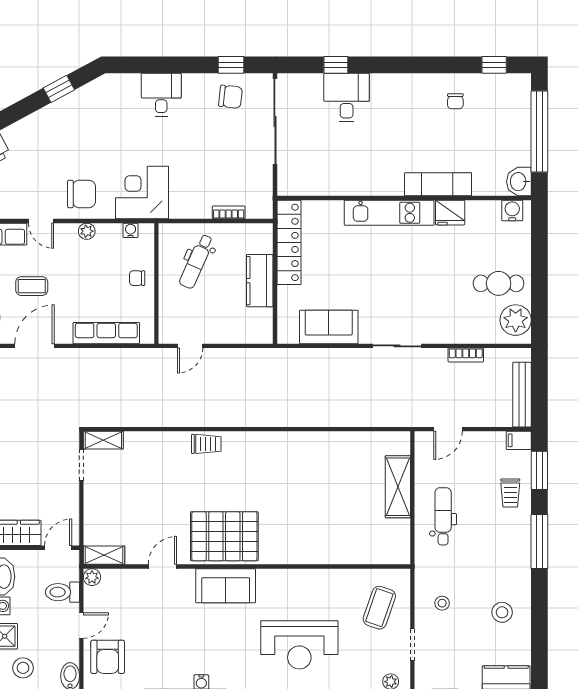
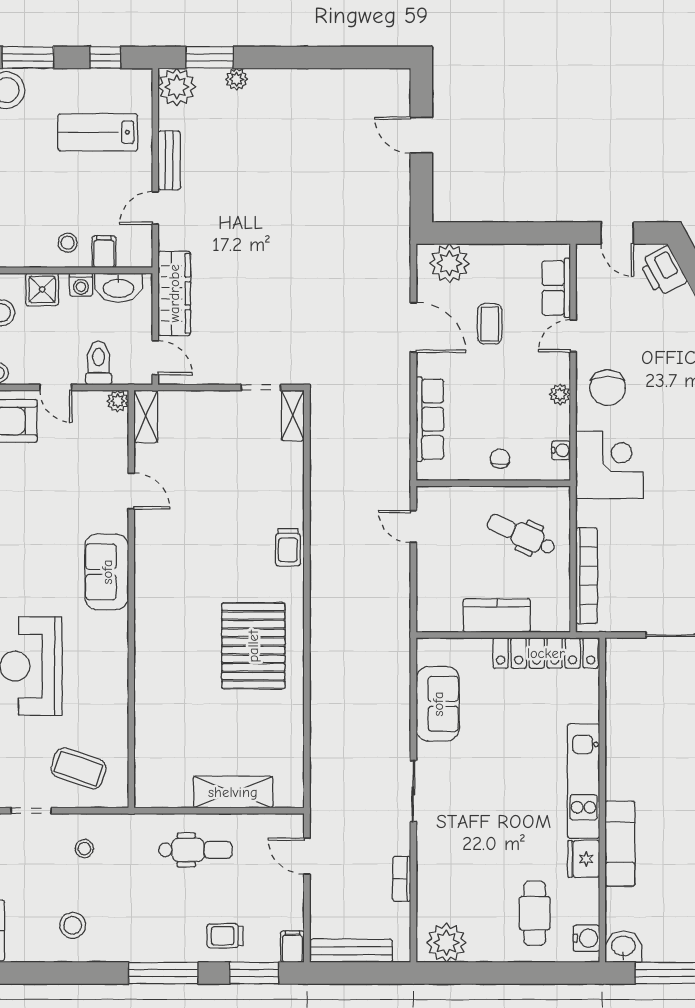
bookcase: (229, 212) -> (587, 576), width x2.31, depth x1.31
cafe table: (499, 283) -> (535, 913), moved
pallet: (224, 536) -> (253, 646), moved

